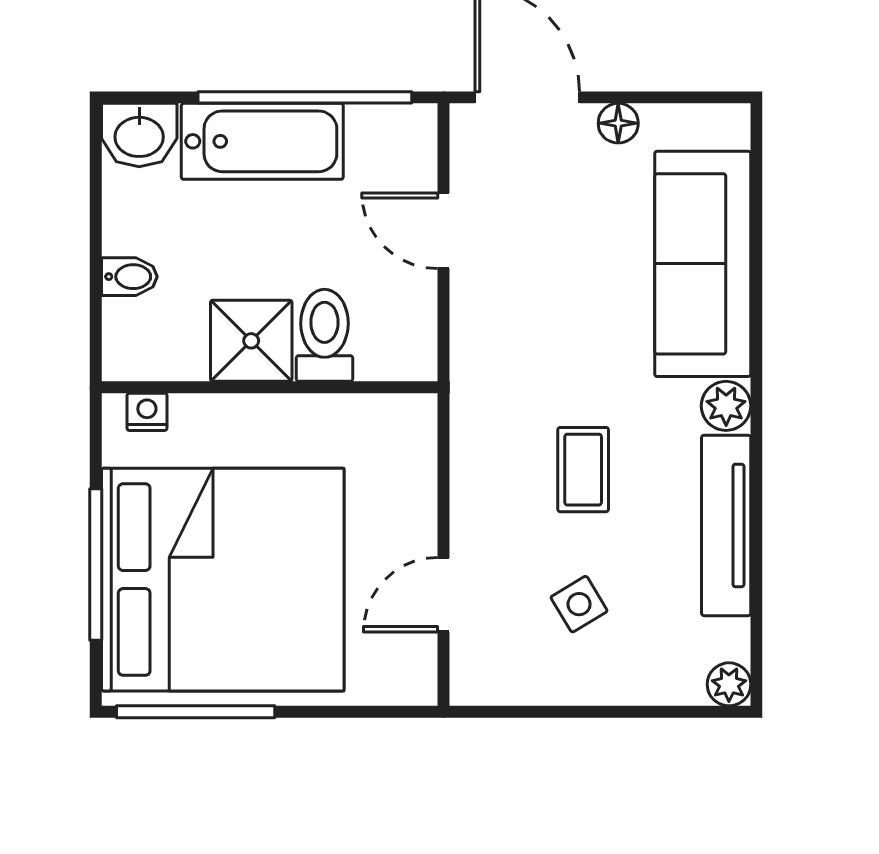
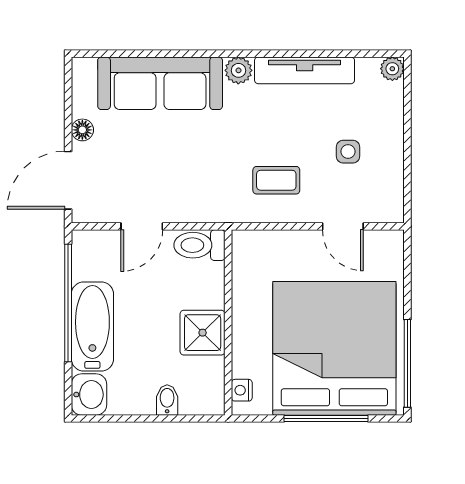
toilet: (324, 335) -> (199, 245), moved
coffee table: (583, 470) -> (276, 180), moved
side table: (579, 604) -> (348, 152), turned 31

